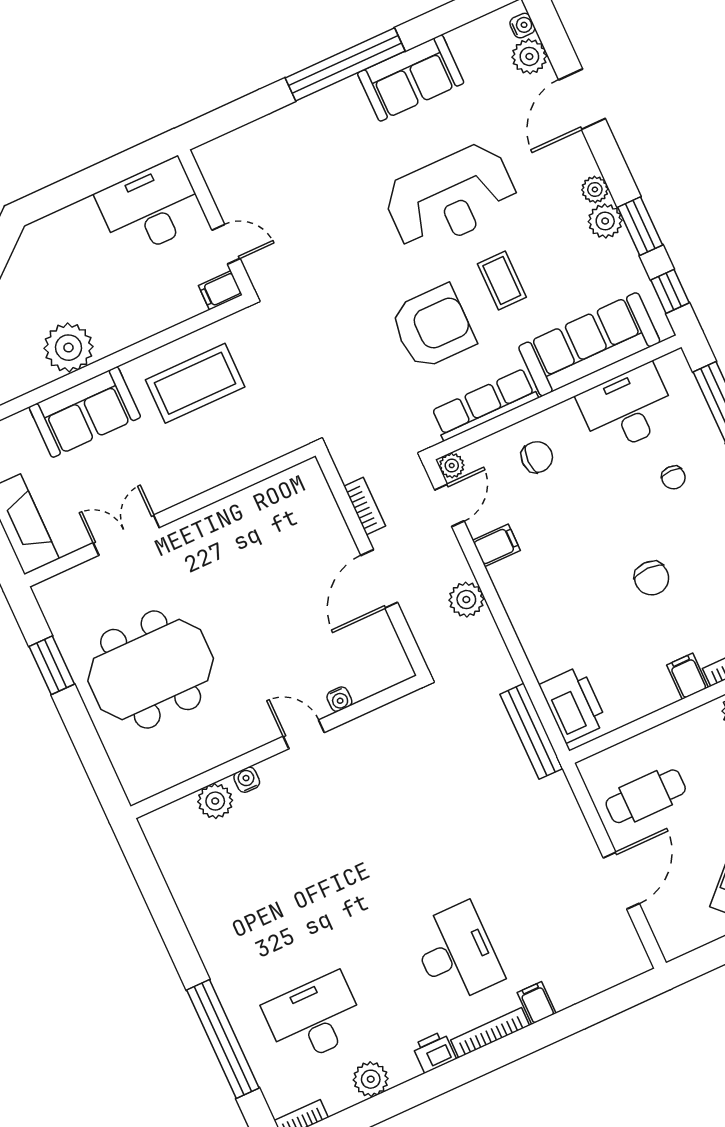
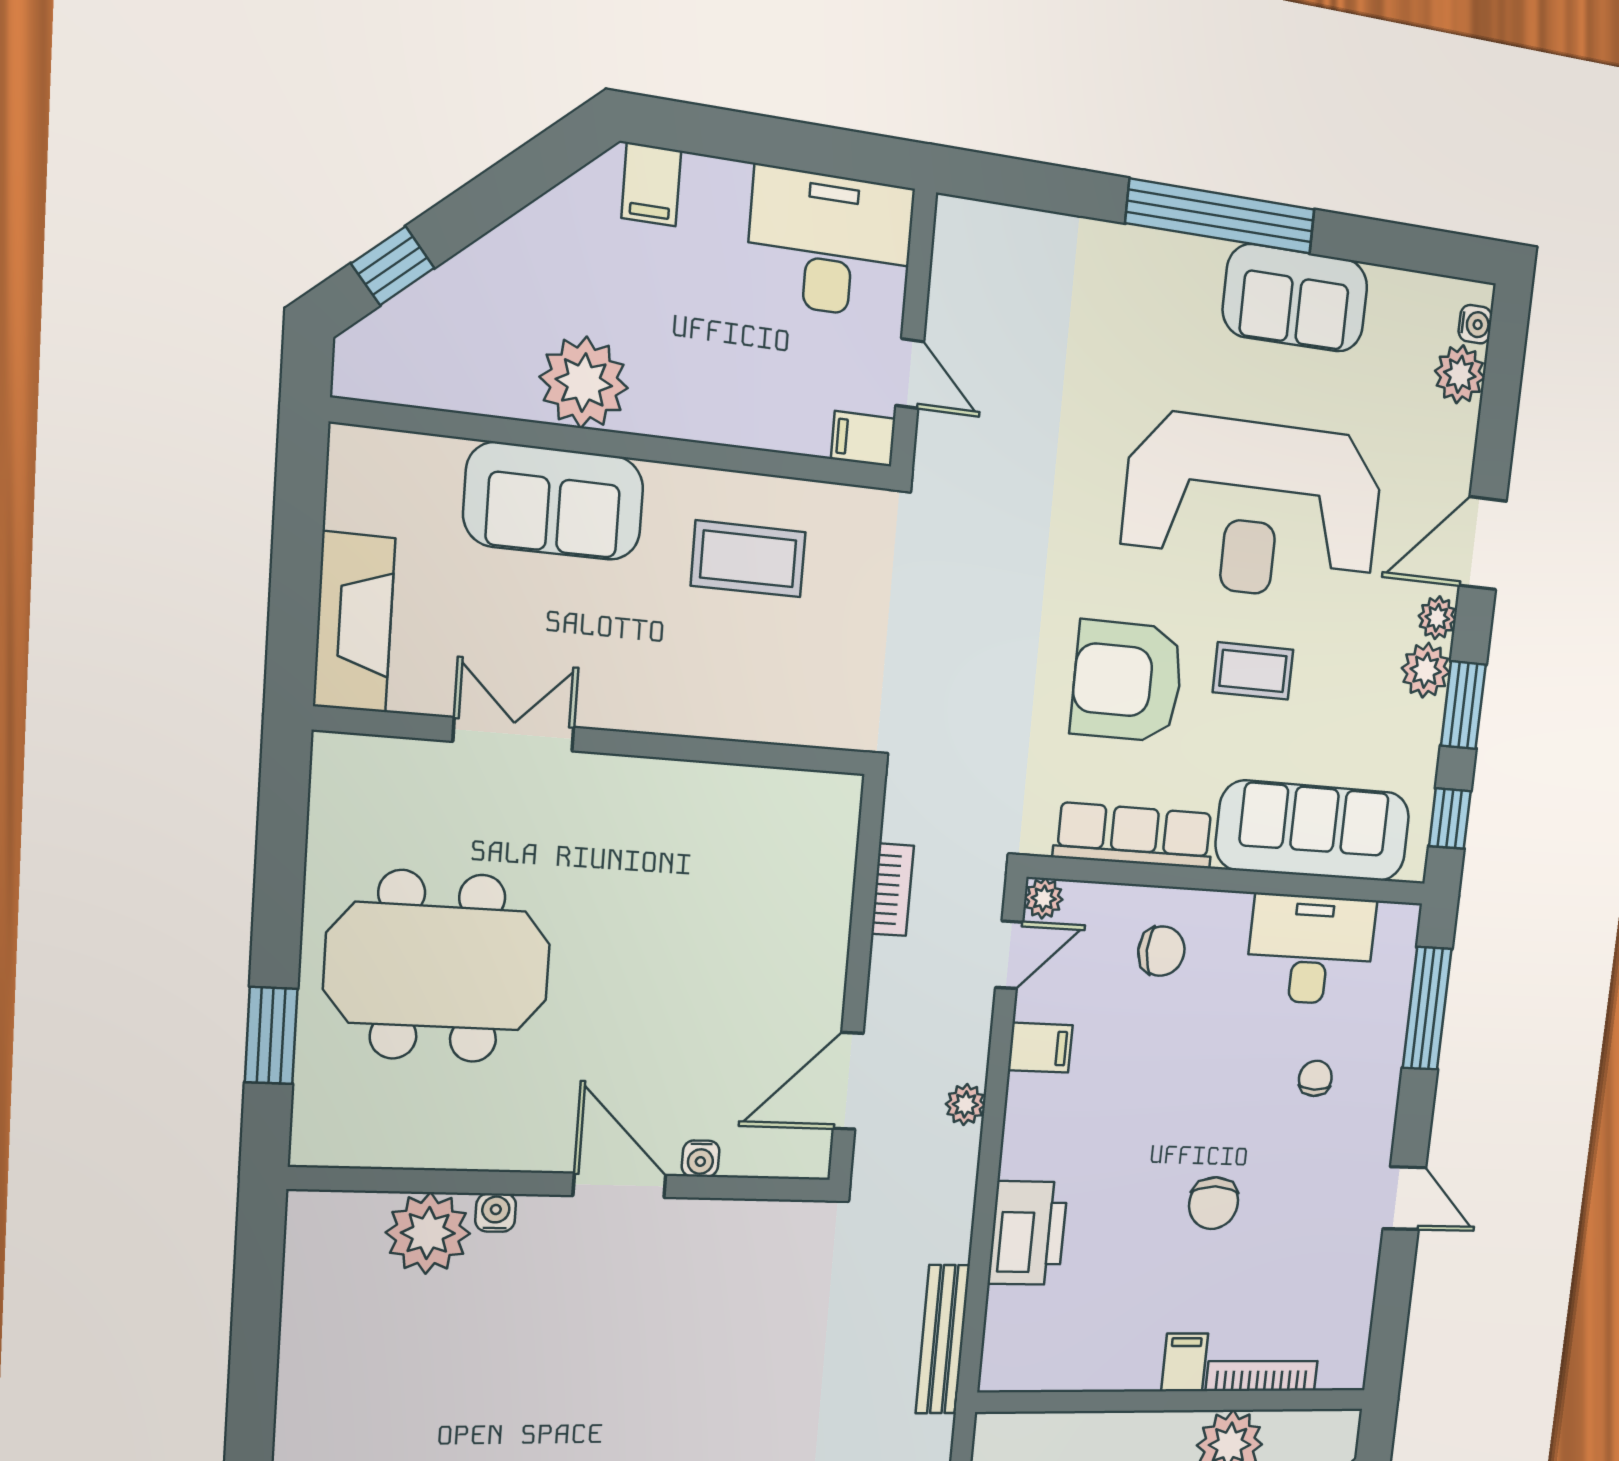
door: (582, 99) -> (1483, 543), moved
reception desk: (451, 197) -> (1253, 508), width x1.36, depth x1.30
filing cabinet: (50, 236) -> (651, 184), added
coffee table: (502, 281) -> (1253, 671), turned 90
armchair: (433, 327) -> (1127, 681), turned 180
coffee table: (195, 383) -> (748, 559), width x0.73, depth x0.76
chair: (673, 478) -> (1315, 1078), turned 180
door: (379, 579) -> (848, 1081), moved
plant: (466, 600) -> (965, 1104), width x0.73, depth x0.73
window: (52, 665) -> (271, 1035), moved
printer: (573, 704) -> (1028, 1233), moved
door: (304, 734) -> (620, 1185), width x1.38
plant: (215, 801) -> (428, 1233), width x1.36, depth x1.36

